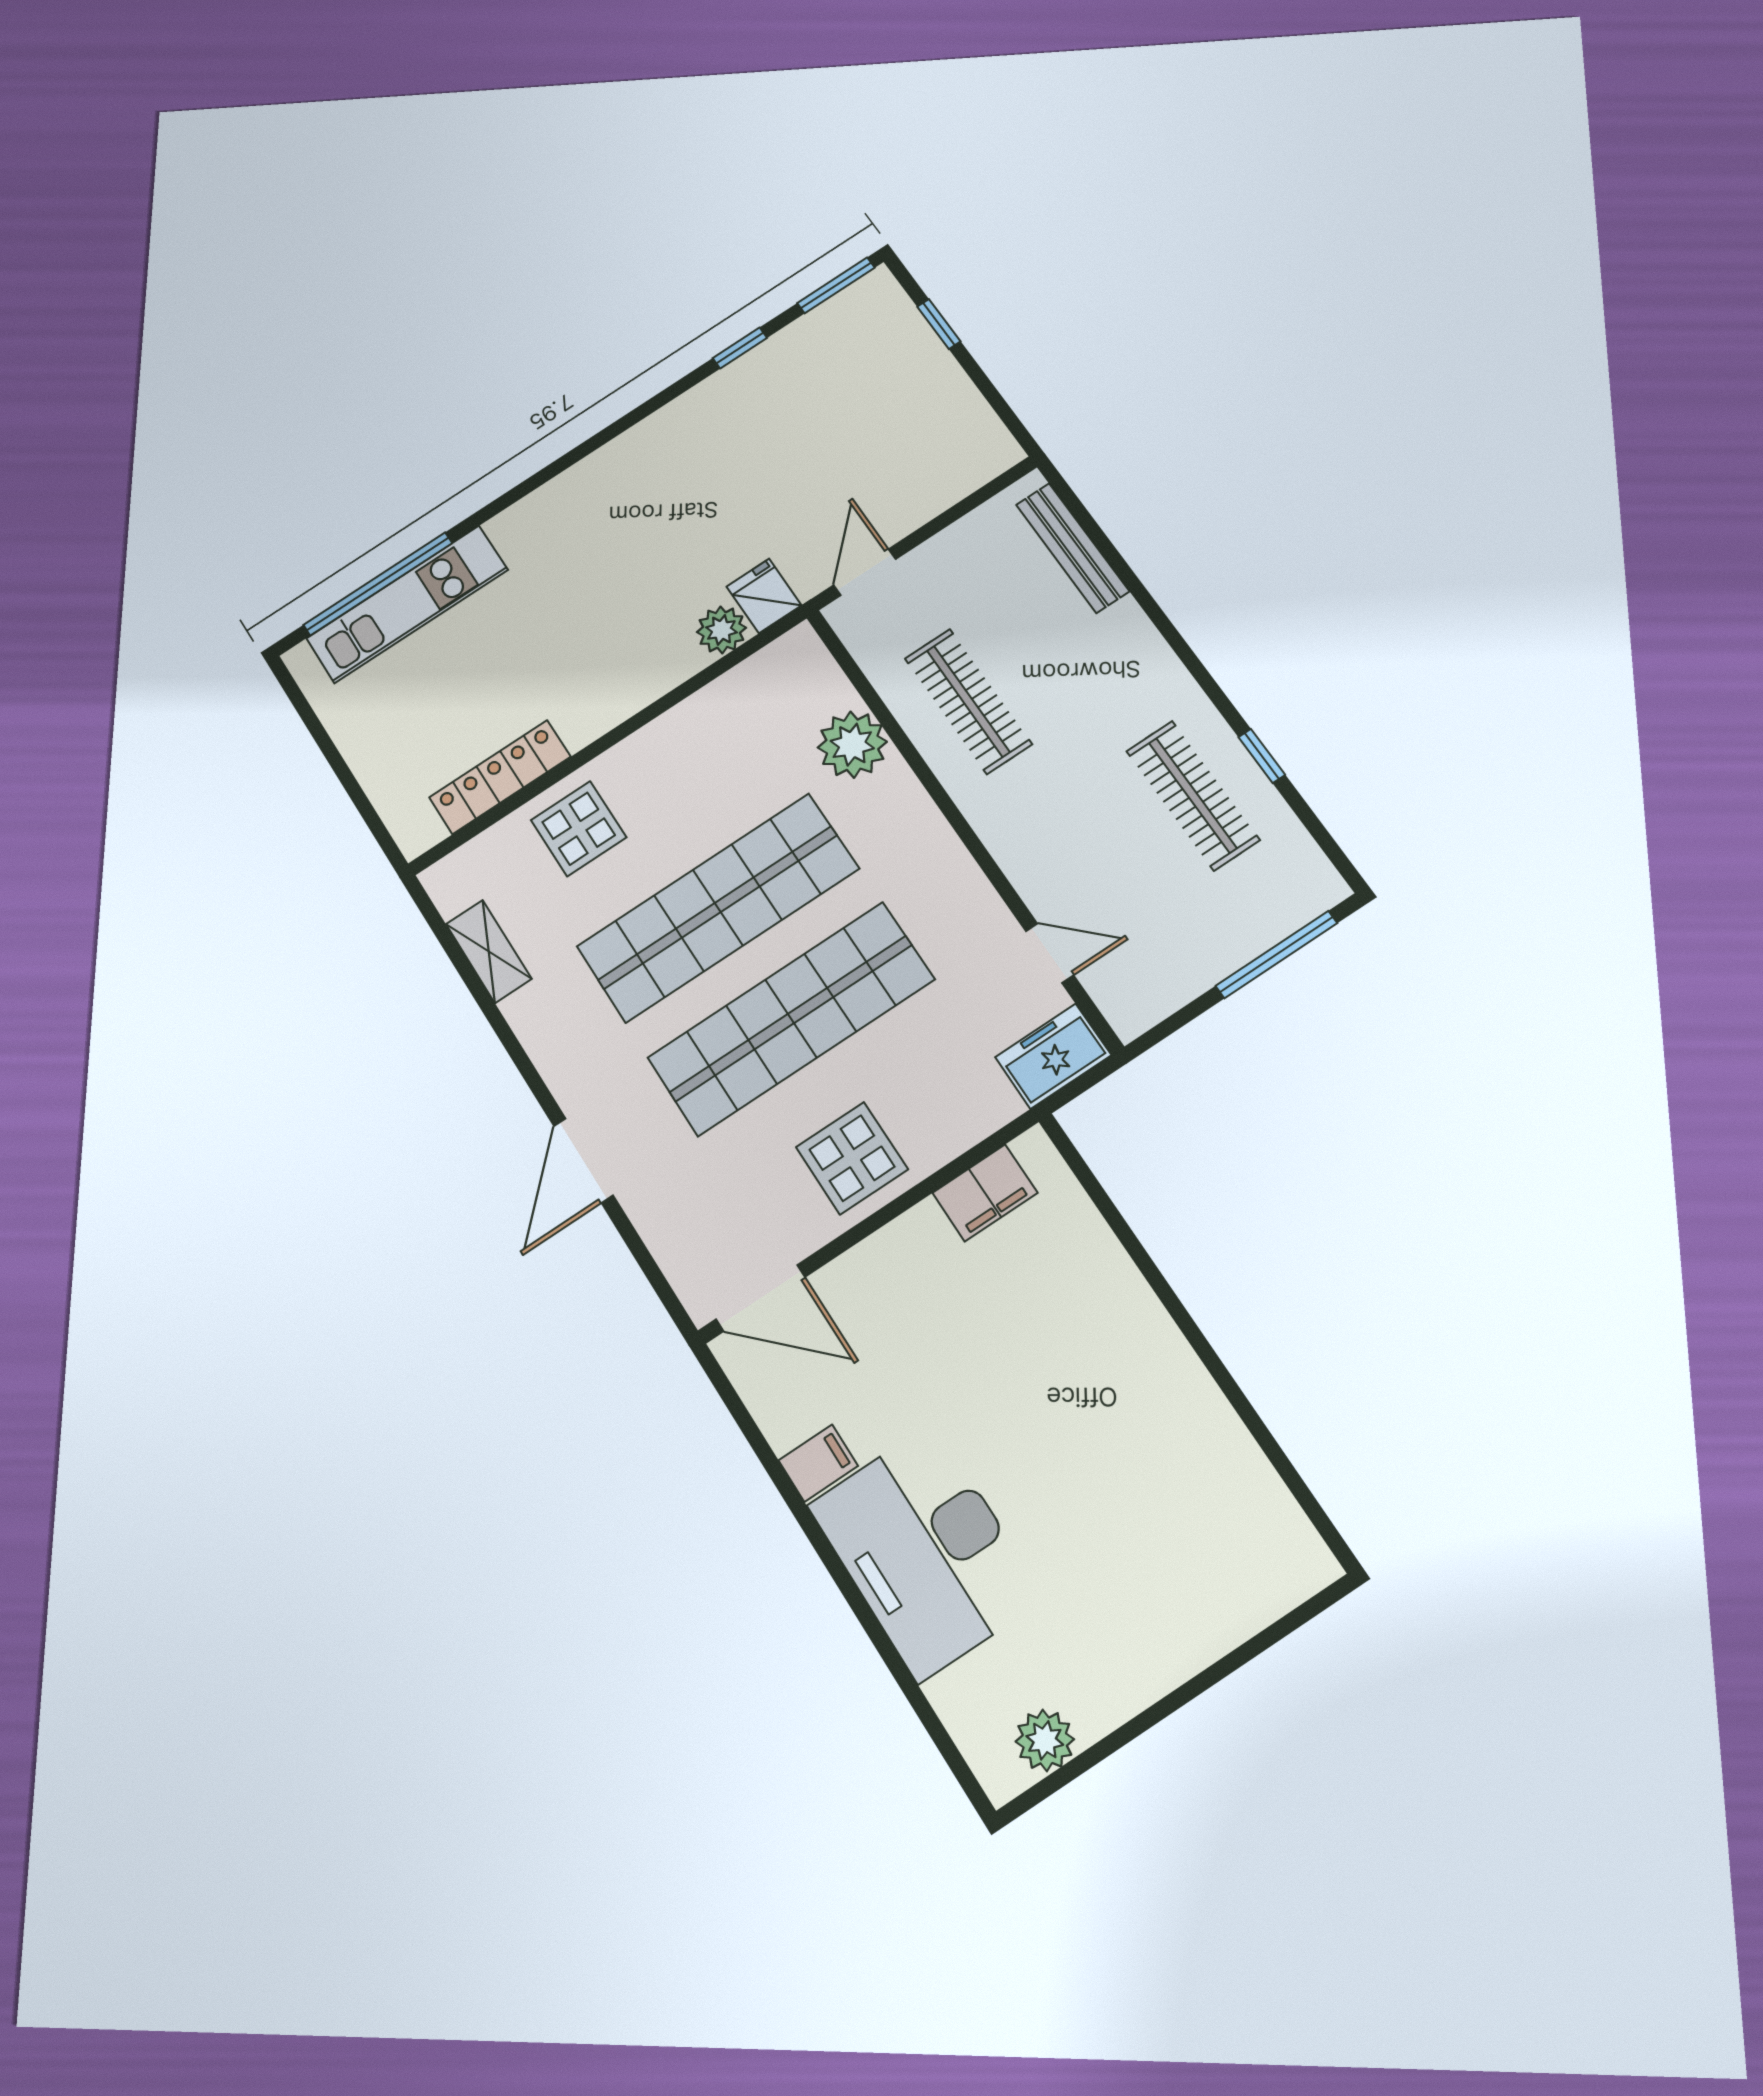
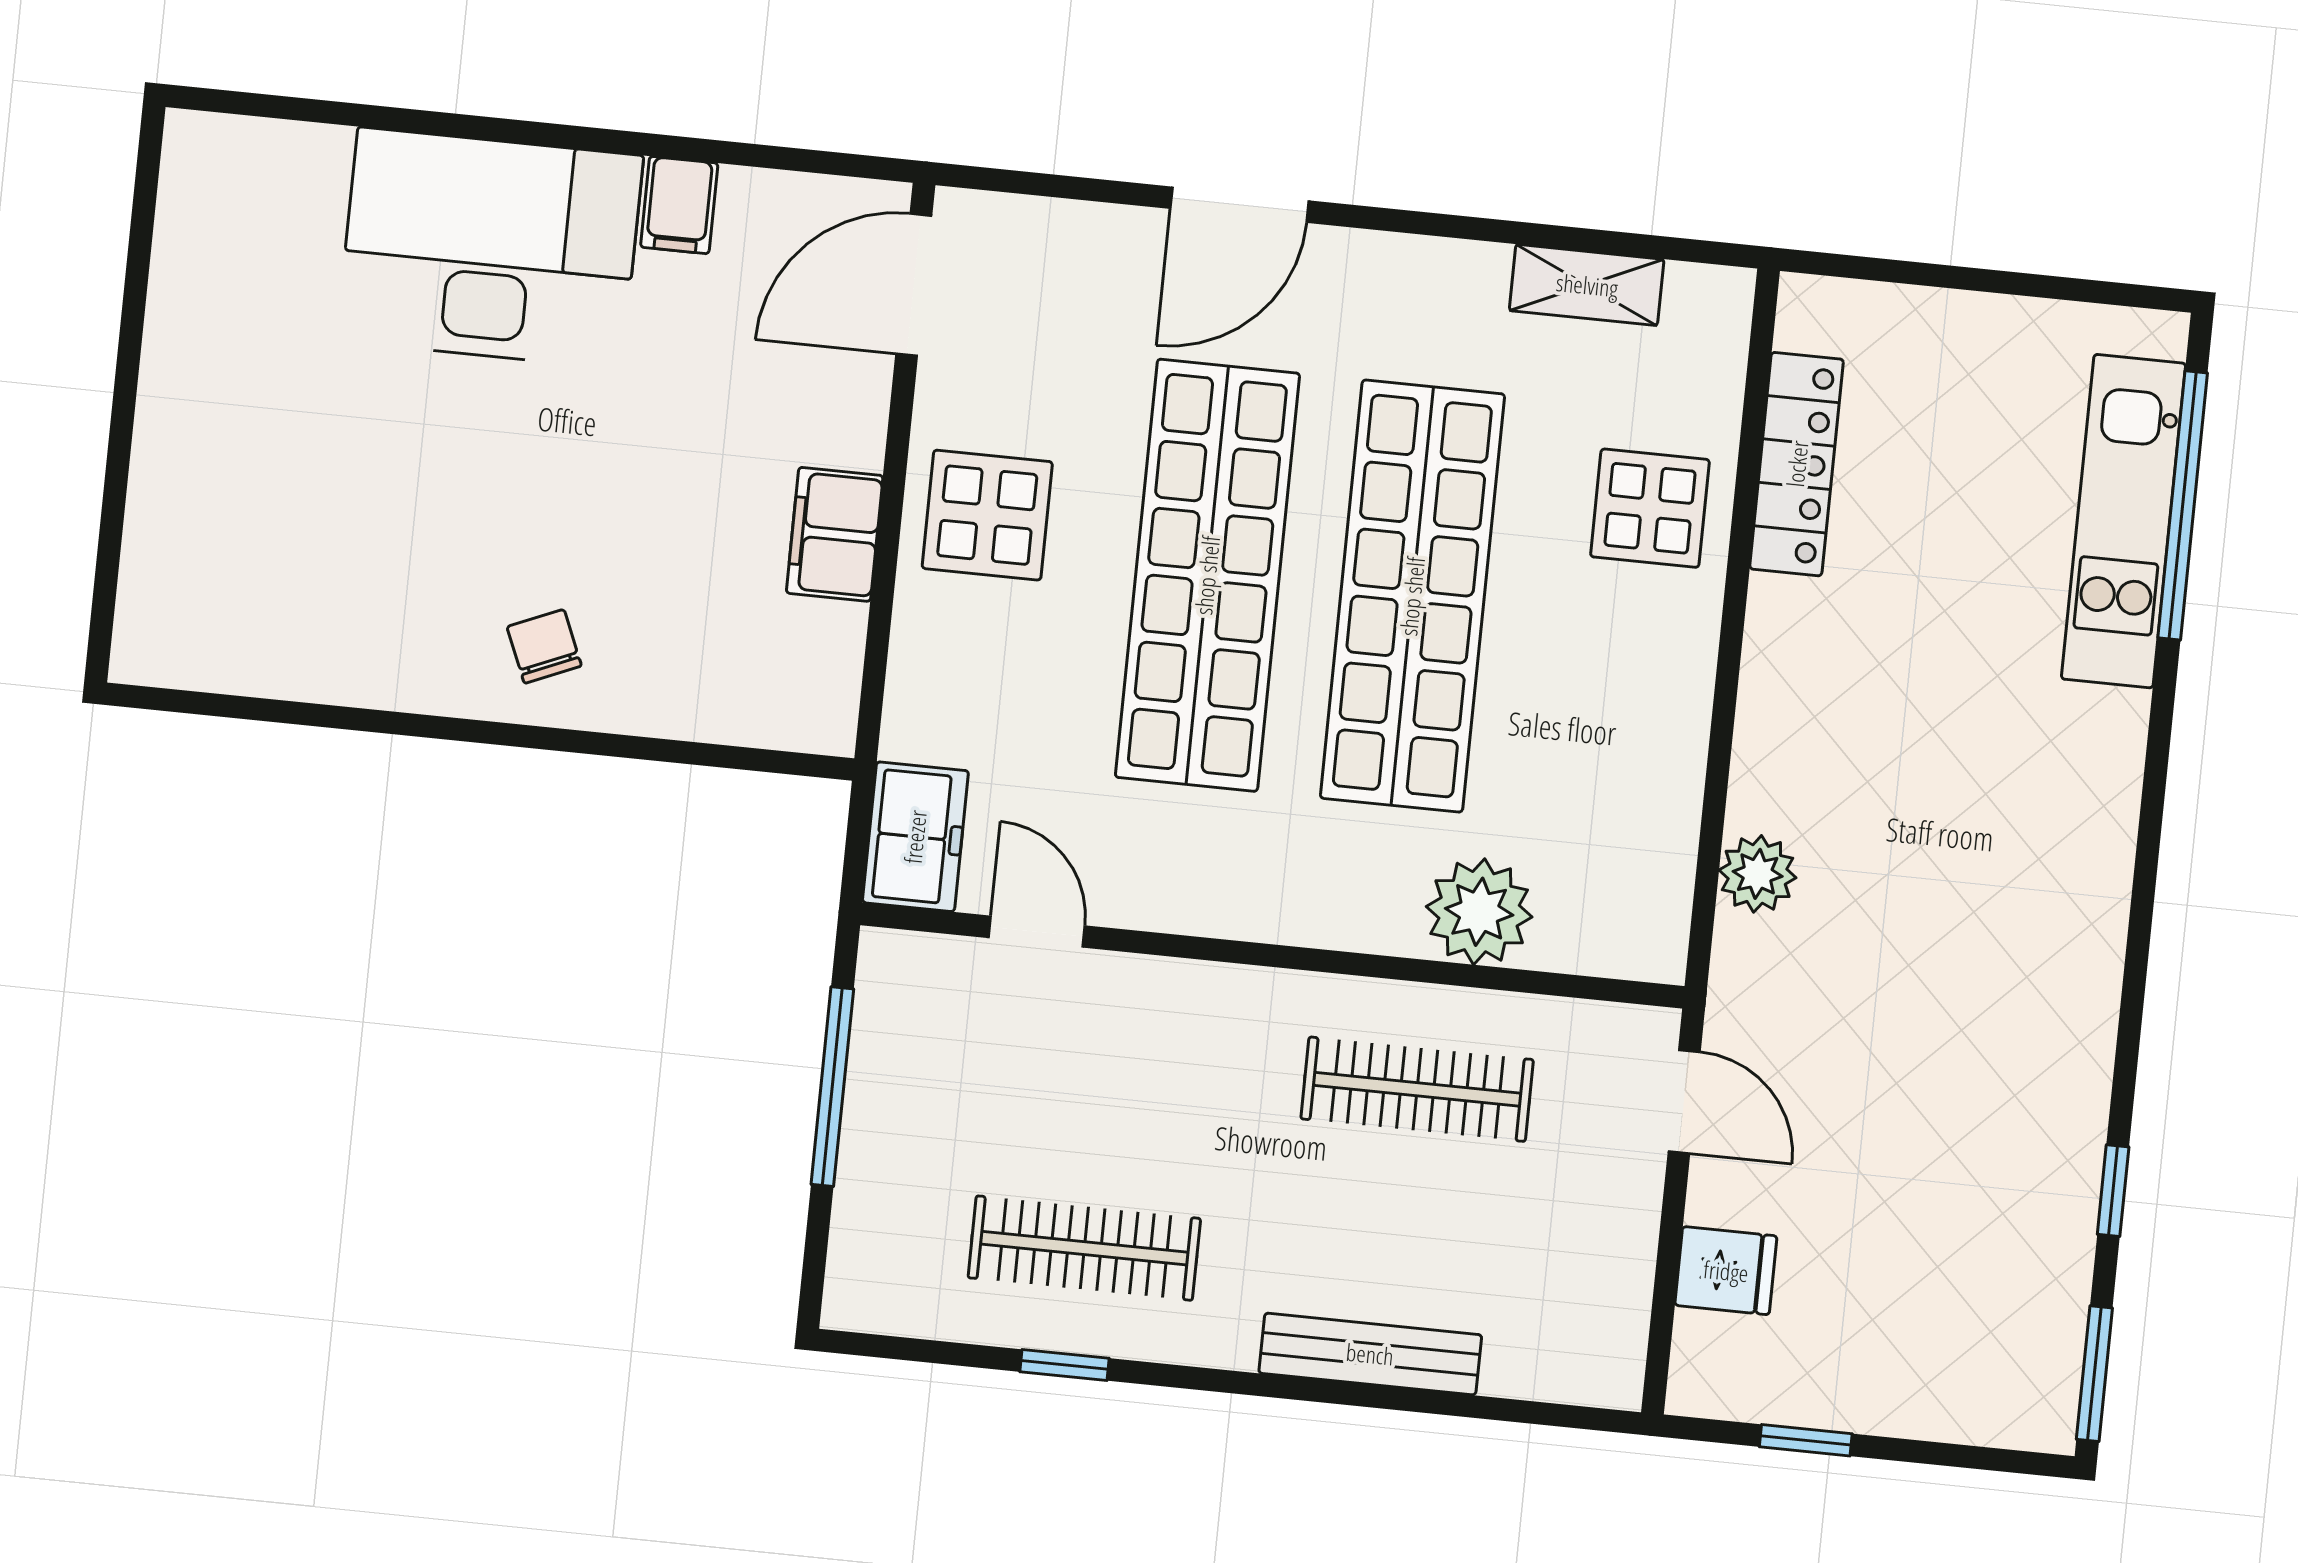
window: (939, 324) -> (1806, 1440), moved
bench: (1072, 548) -> (1370, 1354), moved
fridge: (764, 596) -> (1726, 1271), moved
door: (1050, 953) -> (1037, 932), swing flipped
window: (1276, 955) -> (832, 1087), moved
door: (583, 1160) -> (1239, 205), swing flipped
filing cabinet: (985, 1193) -> (835, 534), moved
chair: (1119, 1339) -> (544, 646), added
plant: (1045, 1740) -> (195, 218), removed

